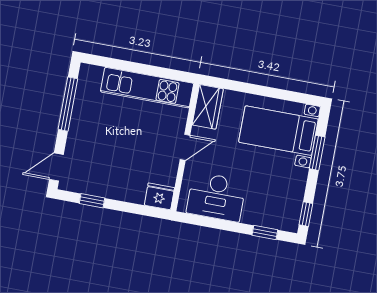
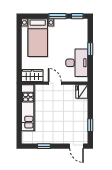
window: (68, 104) -> (44, 146), width x0.46
window: (317, 153) -> (58, 16), moved
window: (265, 232) -> (90, 49), moved

